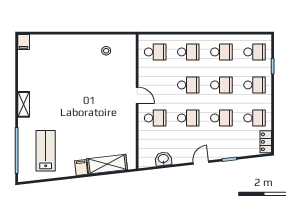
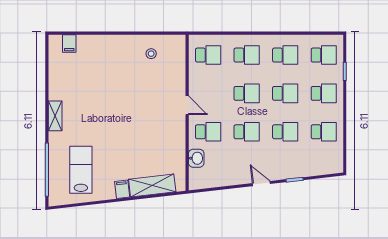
filing cabinet: (24, 42) -> (69, 43), moved
locker: (266, 142) -> (337, 159), removed
washbasin: (163, 159) -> (196, 158), moved, turned 97
door: (201, 162) -> (261, 184), hinge flipped

